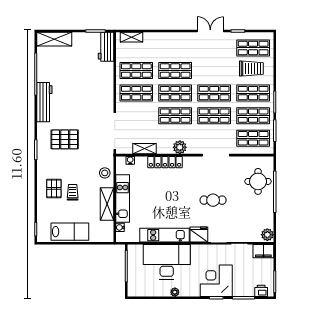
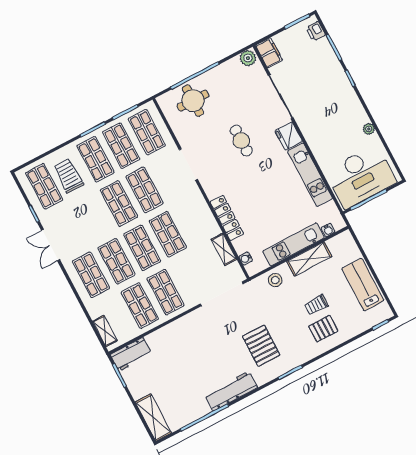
shop shelf: (175, 48) -> (91, 275), added
plant: (180, 147) -> (201, 210), removed
desk: (167, 262) -> (361, 177), moved, turned -90
corner desk: (216, 281) -> (331, 89), removed

